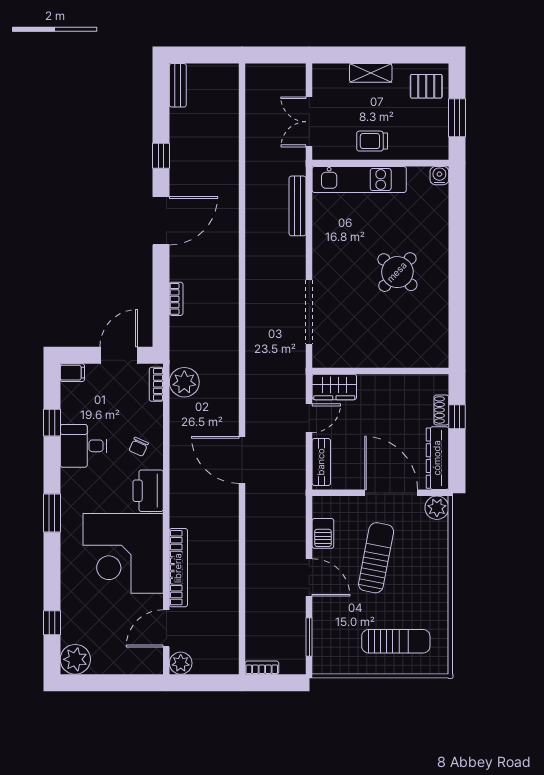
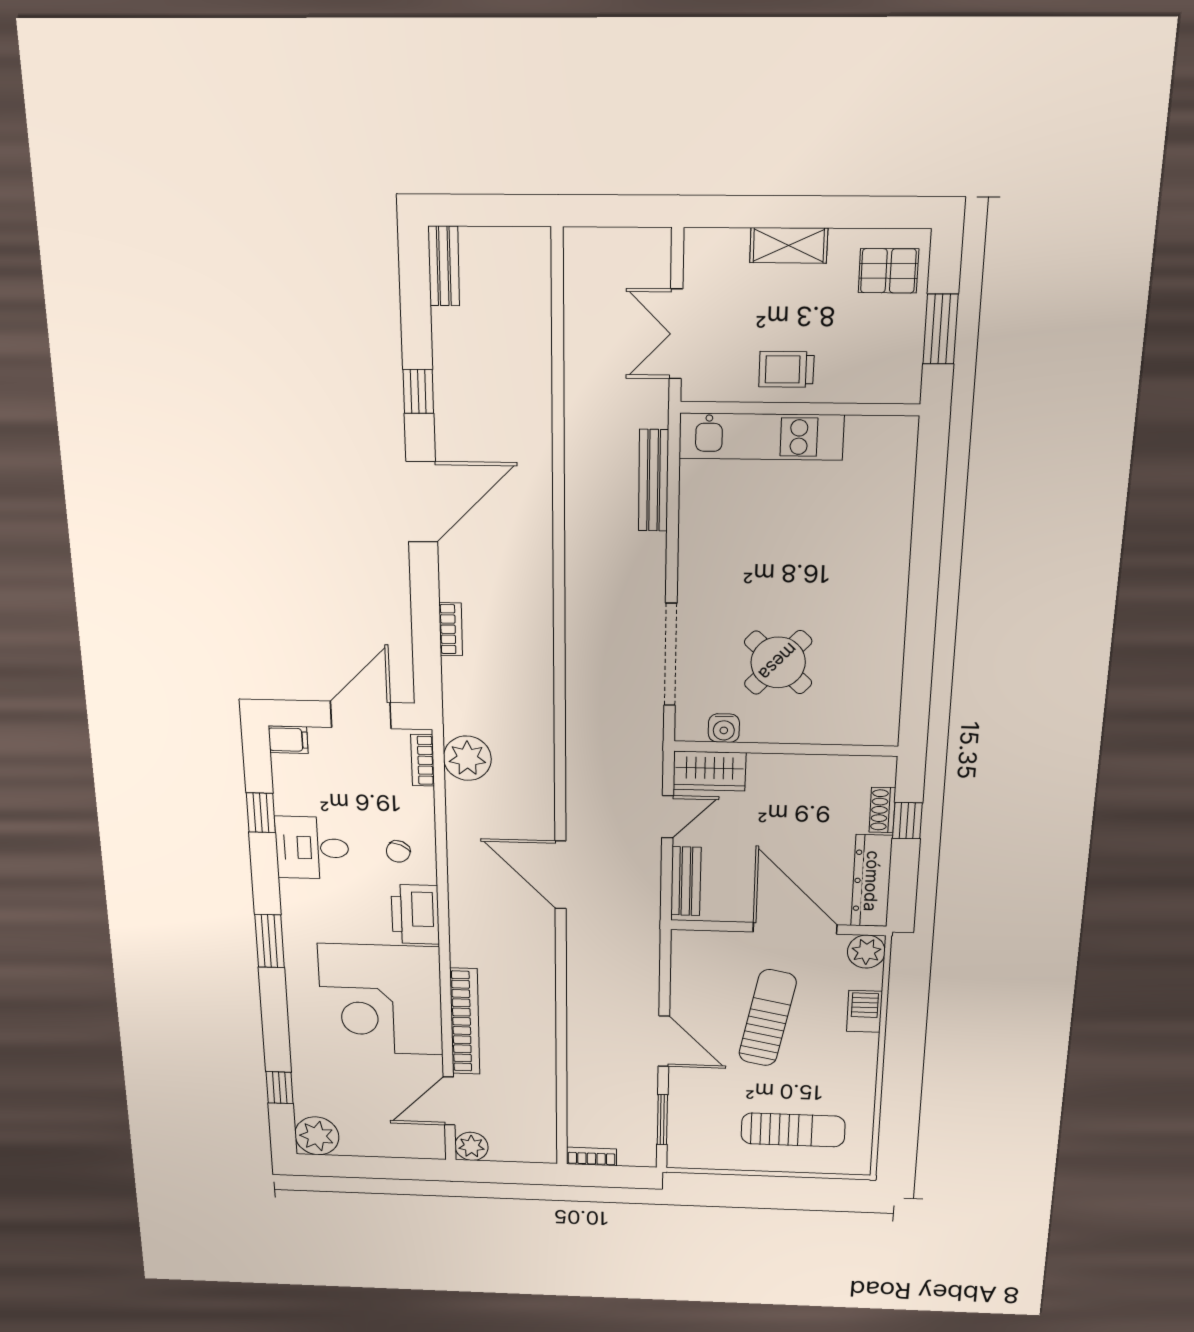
water cooler: (439, 176) -> (724, 728), moved, turned 180
round table: (397, 272) -> (778, 662), moved
barbecue: (323, 533) -> (864, 1011), moved, turned 180

